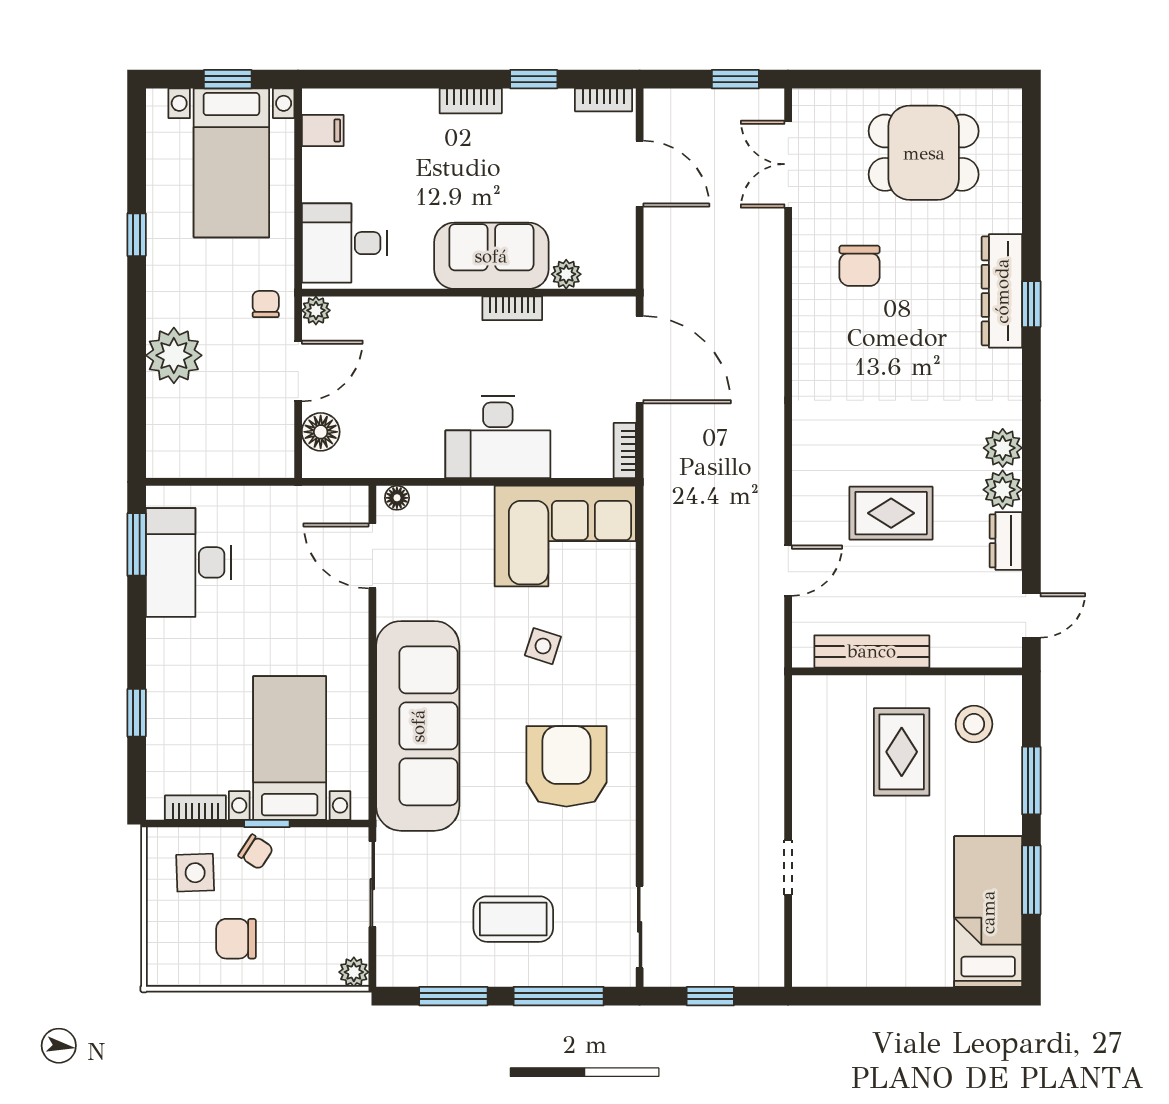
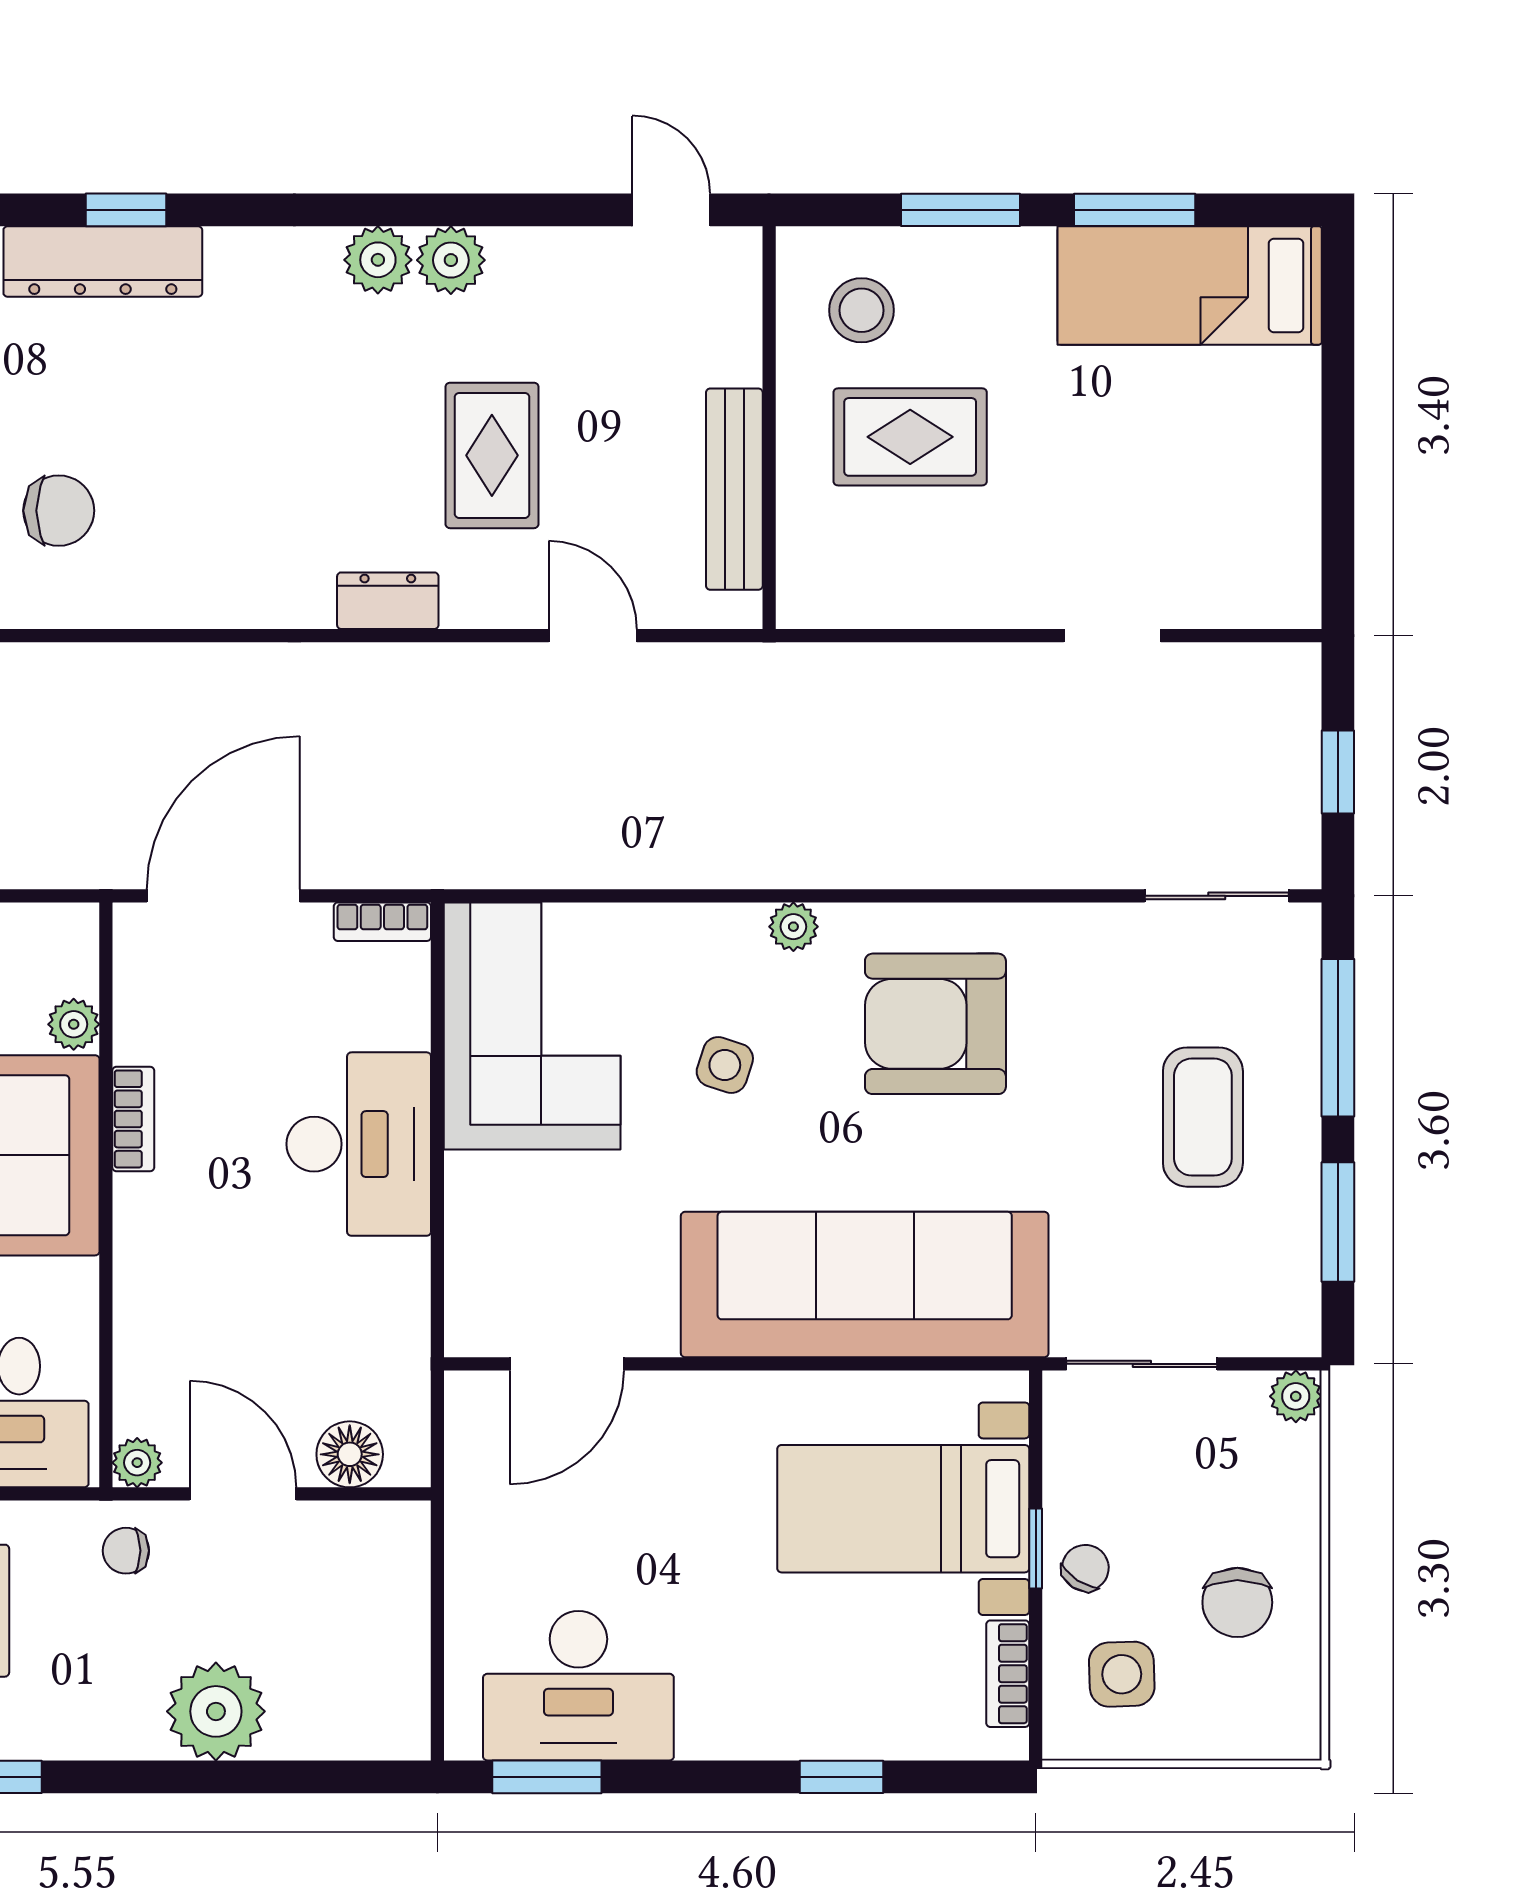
floor lamp: (397, 498) -> (465, 1321), removed
dresser: (1006, 541) -> (388, 601), moved, turned 180
plant: (622, 685) -> (793, 927), added

